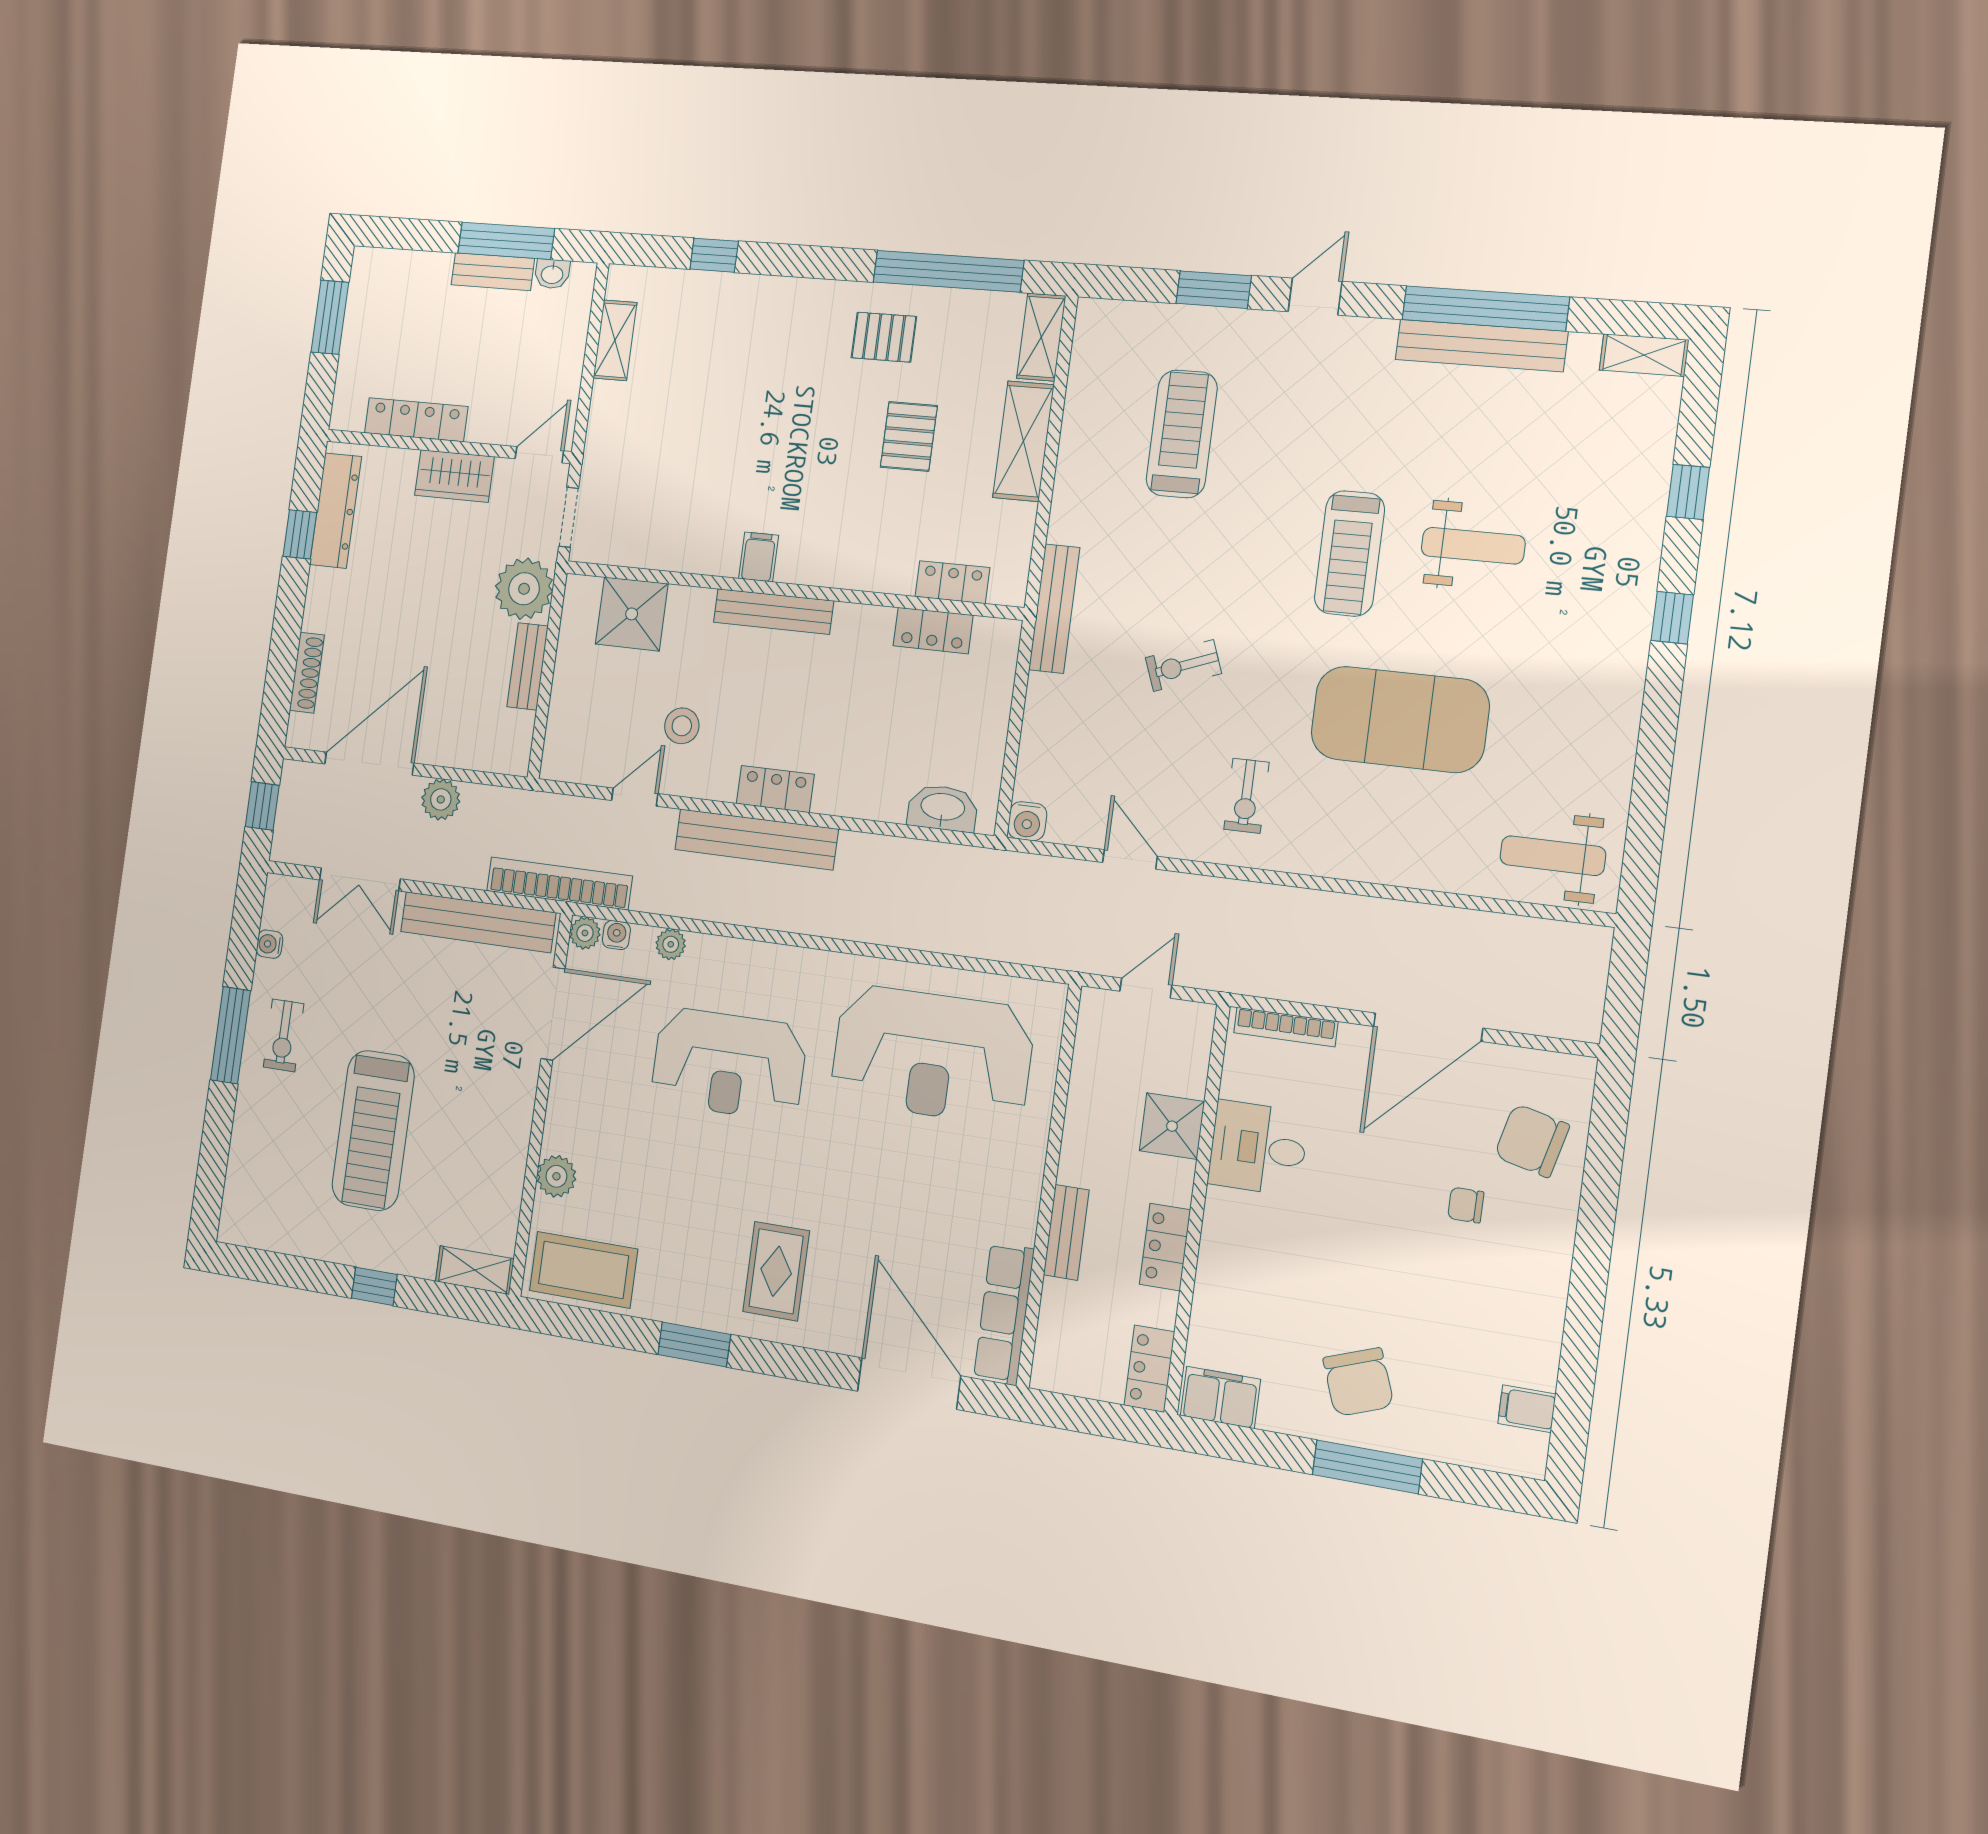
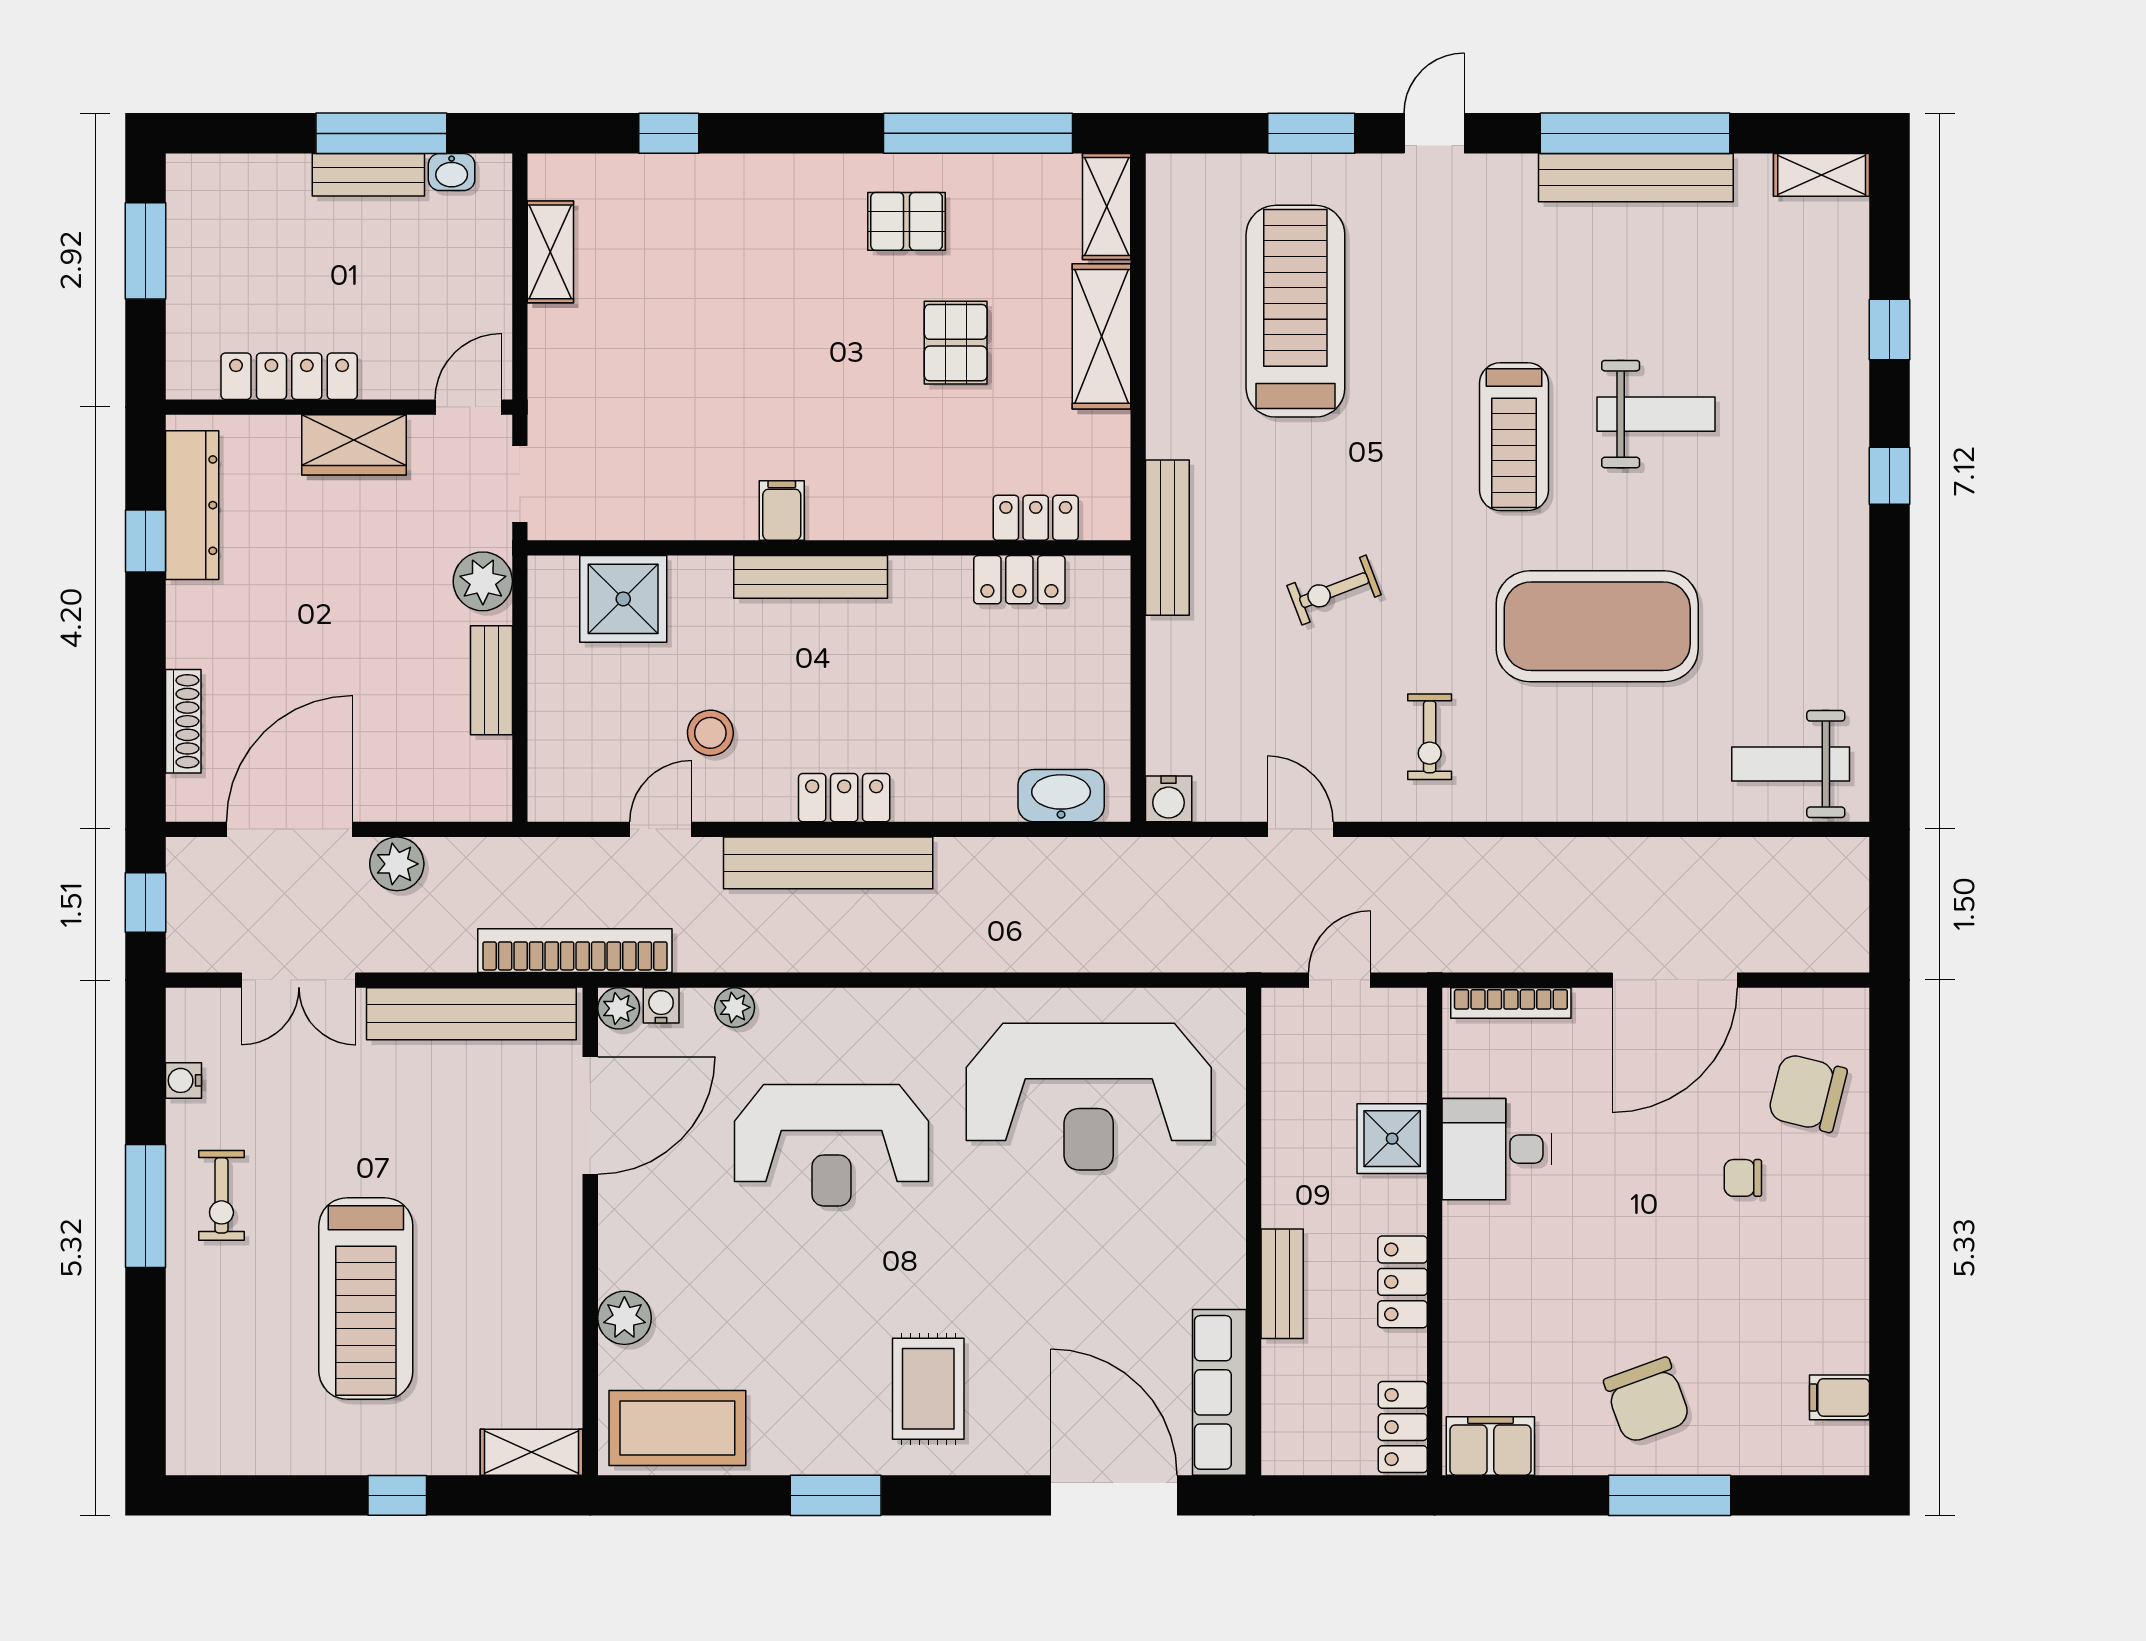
treadmill: (1182, 434) -> (1295, 311), width x1.37, depth x1.38
plant: (524, 589) -> (483, 581), width x0.73, depth x0.73

